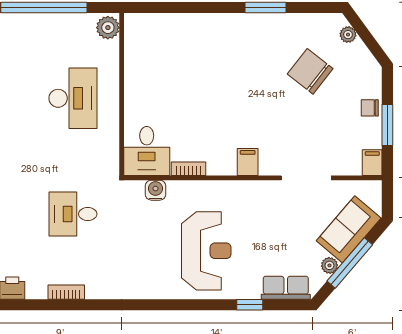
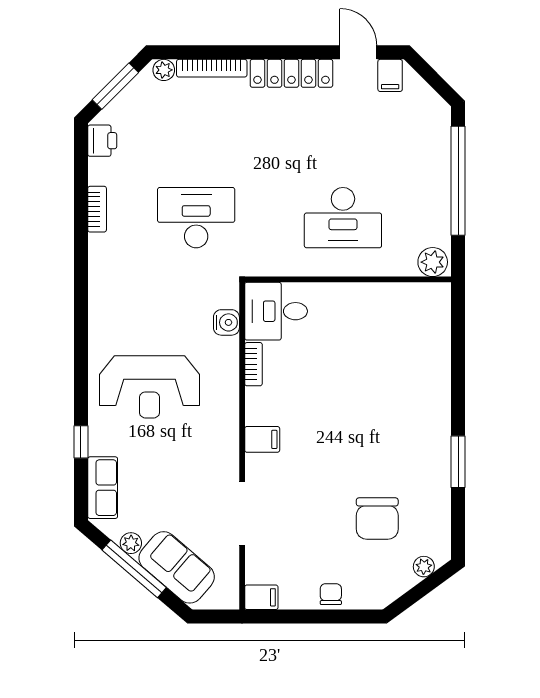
chair: (310, 71) -> (377, 519), turned 142
window: (387, 125) -> (309, 617), removed
desk: (73, 214) -> (196, 218), width x1.37

